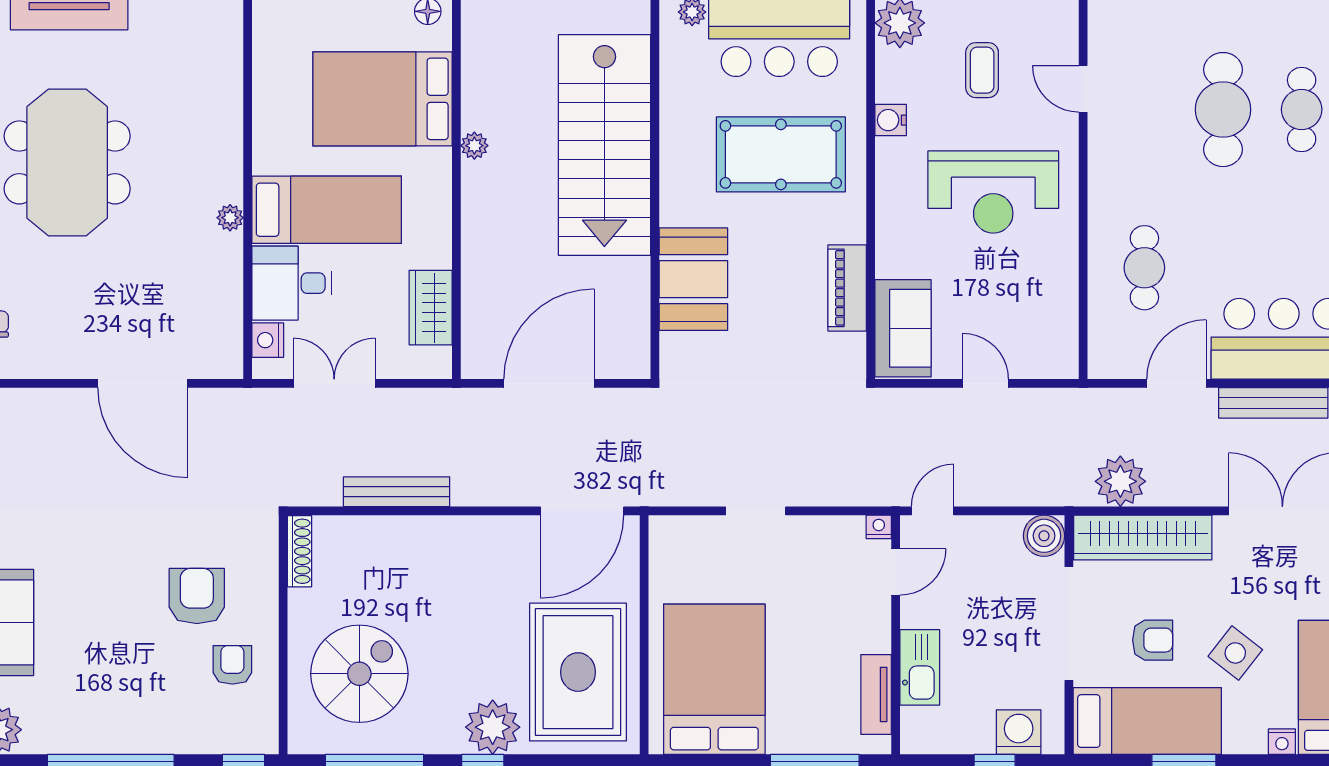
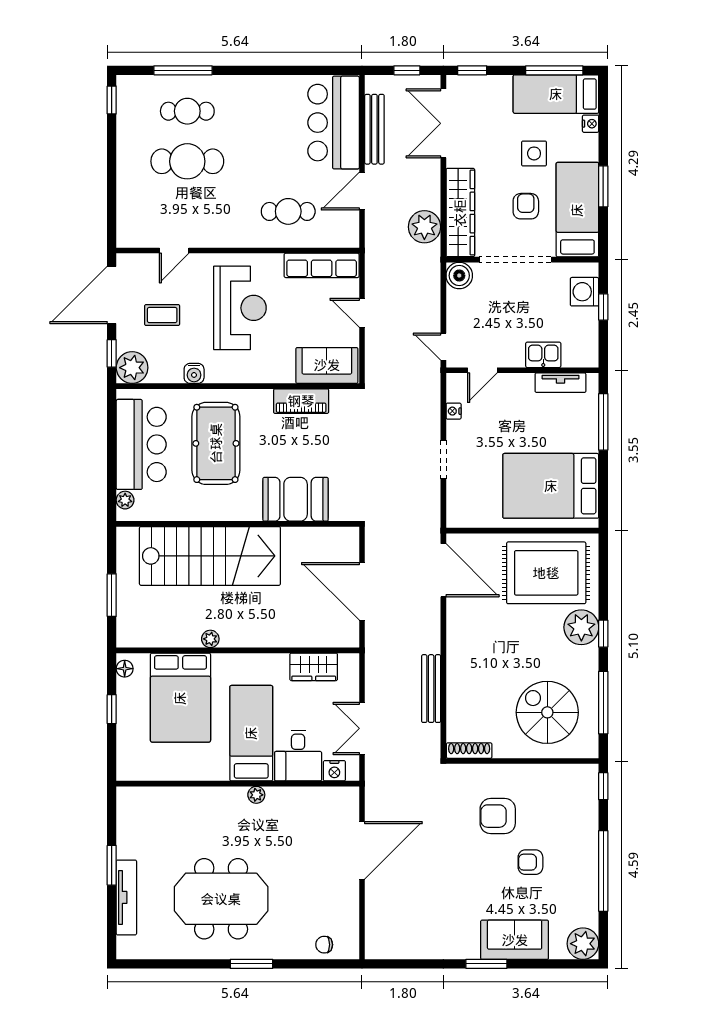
row of seats: (1060, 320) -> (322, 265), added
door: (985, 383) -> (362, 313), hinge flipped
door: (1176, 383) -> (362, 191), hinge flipped
nightstand: (879, 527) -> (454, 411), moved
door: (896, 572) -> (482, 370), swing flipped
side table: (1235, 653) -> (534, 153), turned -38
armchair: (232, 665) -> (530, 862), moved
kitchen sink: (920, 667) -> (543, 355), width x0.73

